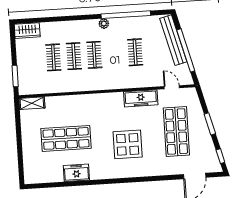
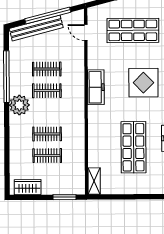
plant: (104, 24) -> (19, 105), width x1.88, depth x1.88
wardrobe: (27, 31) -> (28, 187), moved, turned -90
clothes rail: (94, 55) -> (47, 91), moved
door: (172, 87) -> (86, 33), hinge flipped
freezer: (141, 98) -> (96, 87), moved

